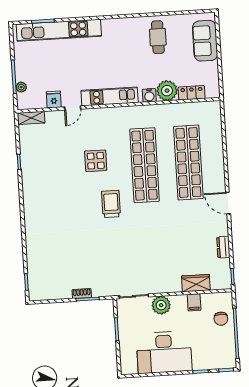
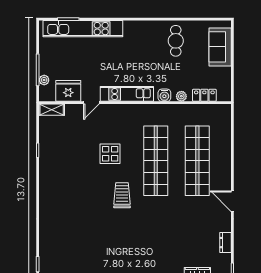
plant: (167, 91) -> (181, 96), width x0.53, depth x0.53
fridge: (54, 99) -> (68, 91), width x1.88, depth x1.34

